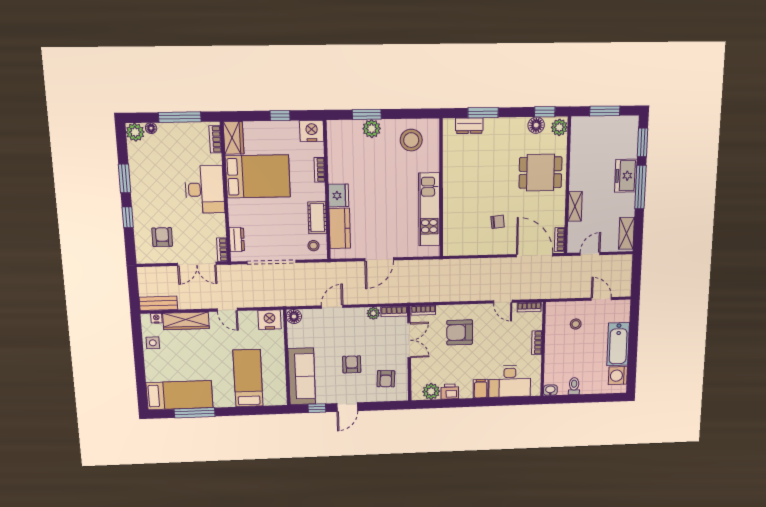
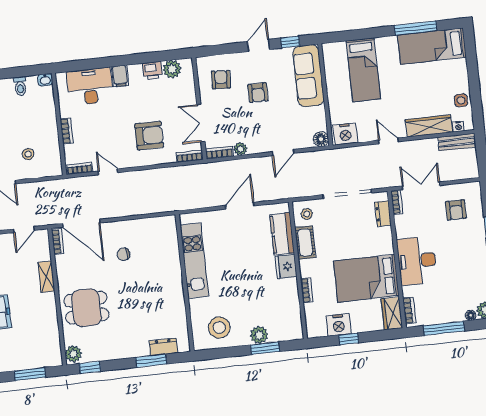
floor lamp: (536, 125) -> (97, 354), removed
nightstand: (312, 131) -> (339, 325), moved

